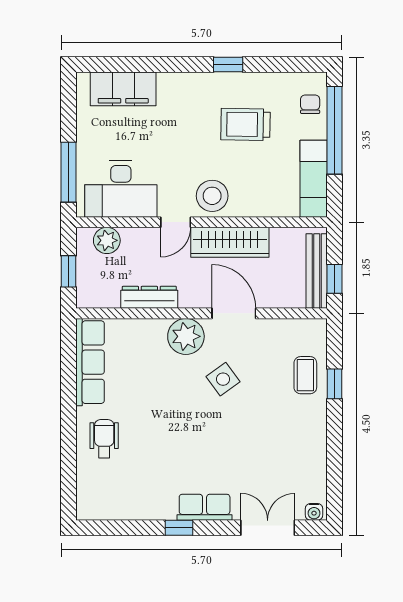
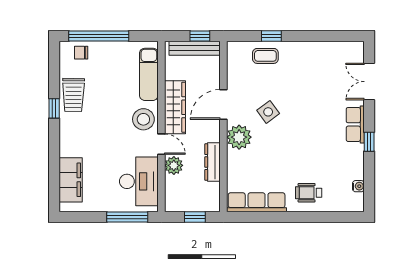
trolley: (246, 124) -> (73, 95), moved
exam couch: (314, 179) -> (149, 74), moved, turned 90
plant: (107, 240) -> (174, 165), moved
water cooler: (314, 512) -> (358, 186), moved

